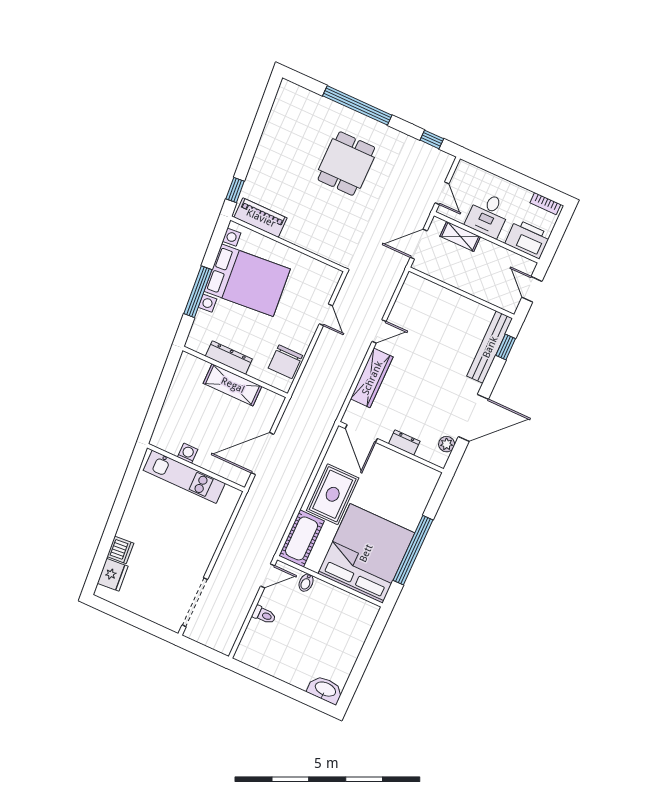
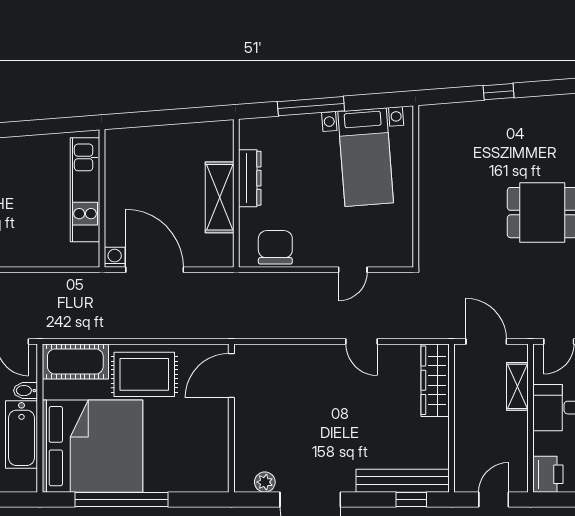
window: (235, 190) -> (499, 92), moved
piano: (261, 218) -> (432, 140), removed
printer: (528, 239) -> (548, 474), width x0.73, depth x0.84
bed with nightstands: (247, 280) -> (366, 157), width x0.73
chair: (285, 362) -> (275, 247), turned 90
wardrobe: (372, 378) -> (435, 380), moved, turned 90
dresser: (404, 442) -> (244, 431), removed
washing machine: (188, 453) -> (115, 257), moved, turned -90
bathtub: (336, 599) -> (22, 434), added

